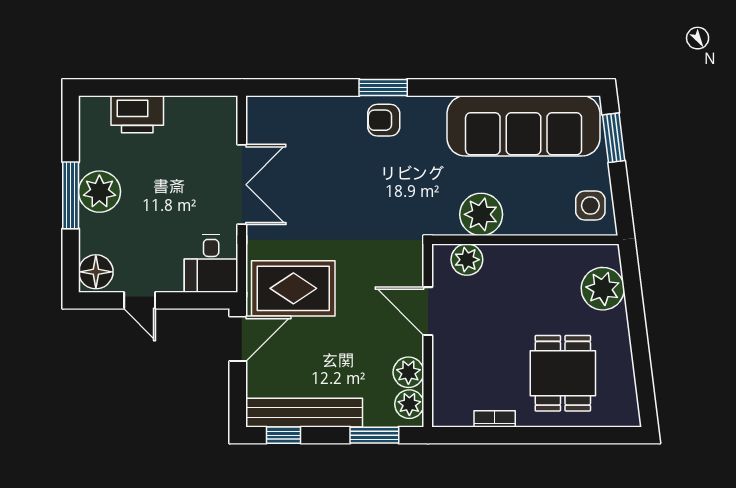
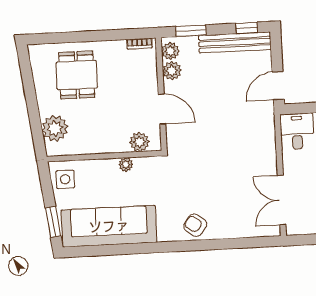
window: (383, 87) -> (197, 245), removed
armchair: (384, 120) -> (195, 225), turned -144
double door: (242, 185) -> (282, 200), moved
plant: (481, 214) -> (126, 164), width x0.53, depth x0.53
rug: (293, 288) -> (246, 119), removed
bookcase: (495, 419) -> (140, 44), moved

